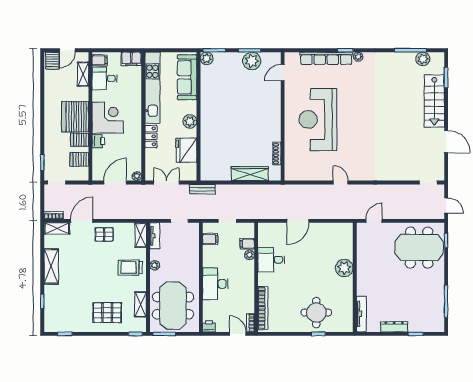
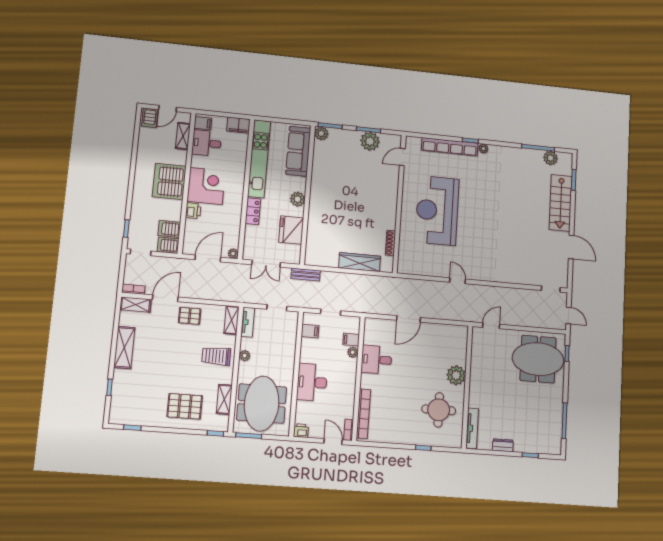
server rack: (80, 140) -> (168, 245), moved
double door: (167, 182) -> (266, 264), swing flipped
round table: (316, 313) -> (439, 410), moved
dresser: (394, 327) -> (503, 445), width x0.70

